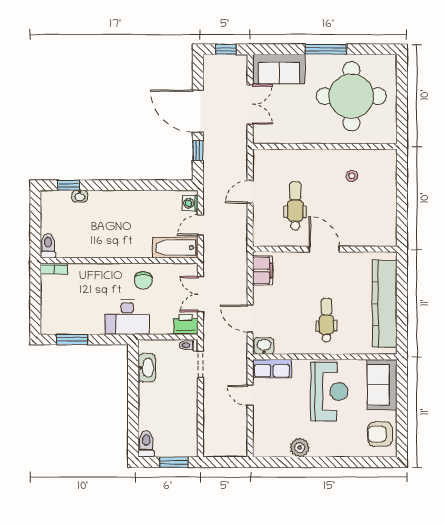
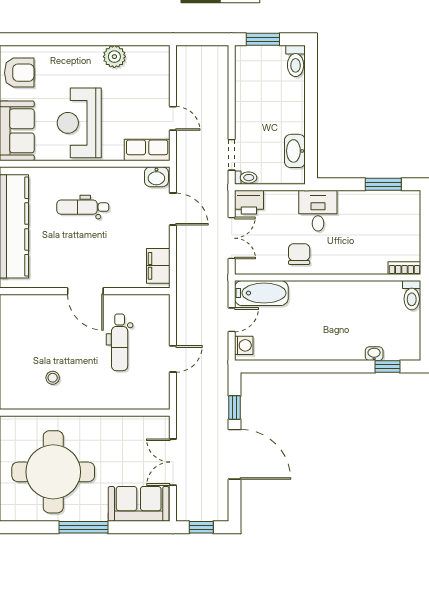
desk: (127, 317) -> (318, 211), width x0.73
dental chair: (326, 320) -> (83, 207), turned 90

